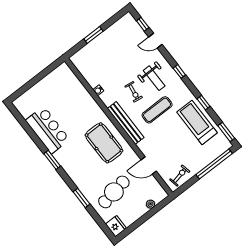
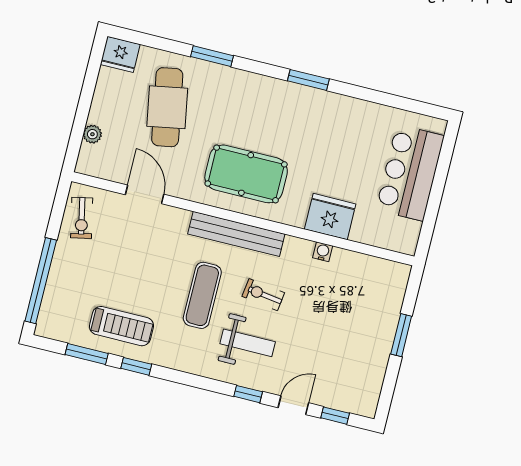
window: (179, 71) -> (248, 394), moved
weight bench: (154, 78) -> (248, 343), turned 180
fridge: (85, 101) -> (330, 217), added
treadmill: (197, 122) -> (121, 326), width x0.73, depth x0.73
bar counter: (48, 130) -> (410, 173), moved, turned 90
window: (226, 132) -> (87, 354), moved
door: (149, 166) -> (145, 194), hinge flipped

